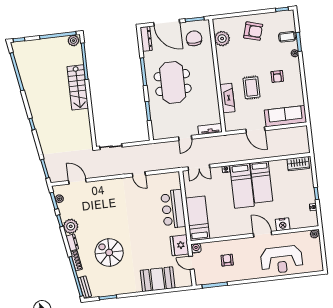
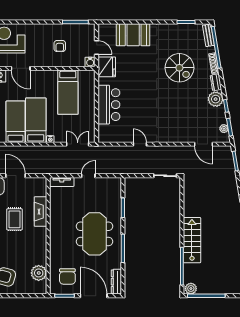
bed: (198, 218) -> (68, 92), moved

